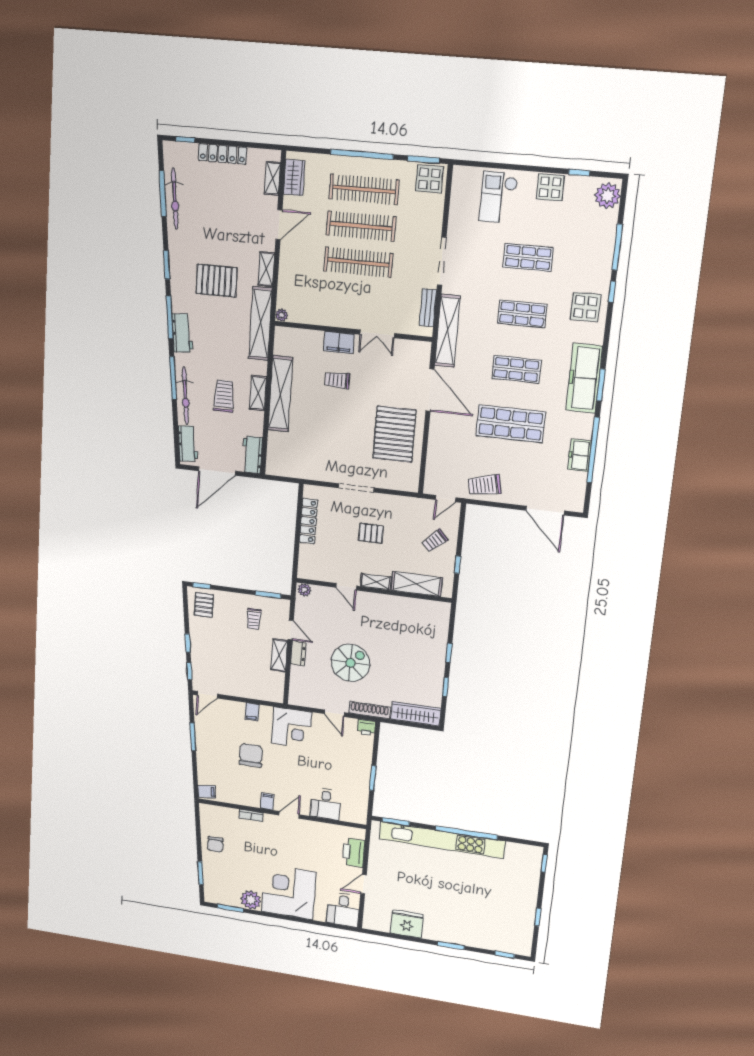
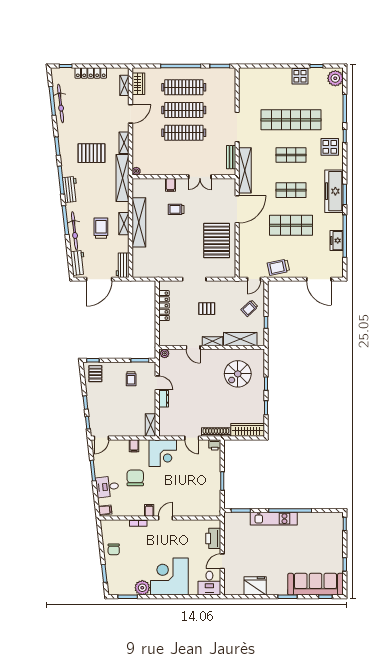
display table: (429, 179) -> (225, 77), removed
checkout: (499, 197) -> (269, 85), removed
shop shelf: (528, 257) -> (291, 120), width x2.00, depth x1.36
filing cabinet: (339, 342) -> (170, 185), width x0.50
door: (430, 390) -> (237, 209), hinge flipped
shelving: (279, 655) -> (150, 425), moved
spiral stairs: (350, 663) -> (238, 374), moved, turned 180
desk: (326, 804) -> (107, 487), moved, turned 84
kitchen unit: (442, 840) -> (274, 519), width x0.54
sofa: (493, 936) -> (316, 584), added

